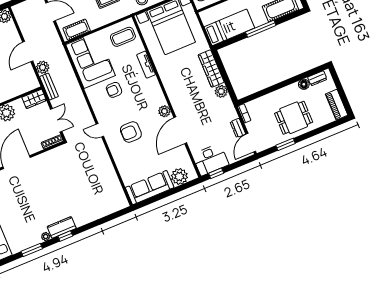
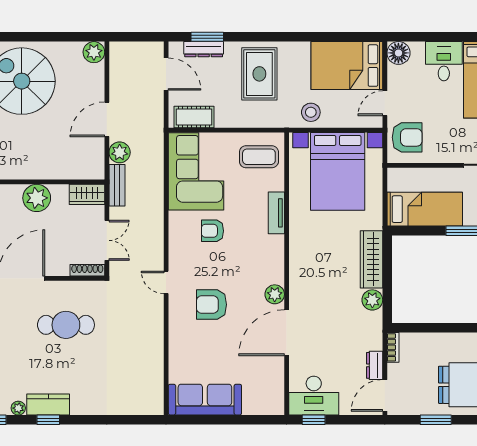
plant: (179, 176) -> (256, 402), removed
cafe table: (53, 178) -> (66, 325), added

